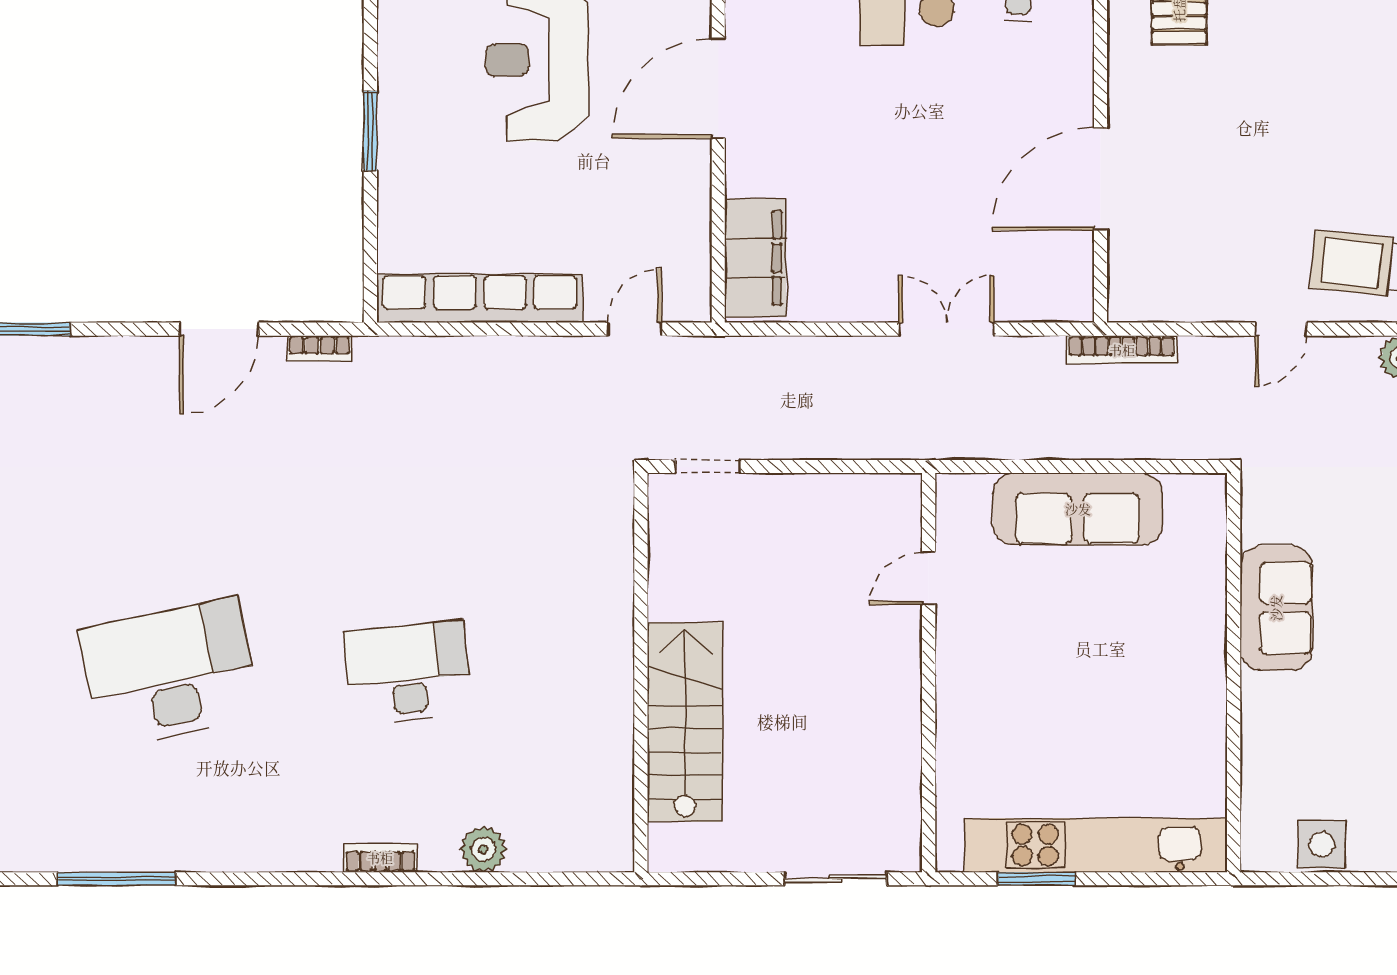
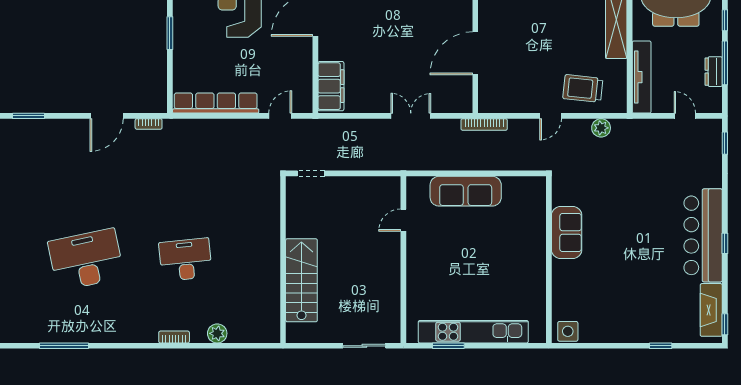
sofa: (1276, 608) -> (567, 233), moved
wall: (1234, 673) -> (549, 260), moved

